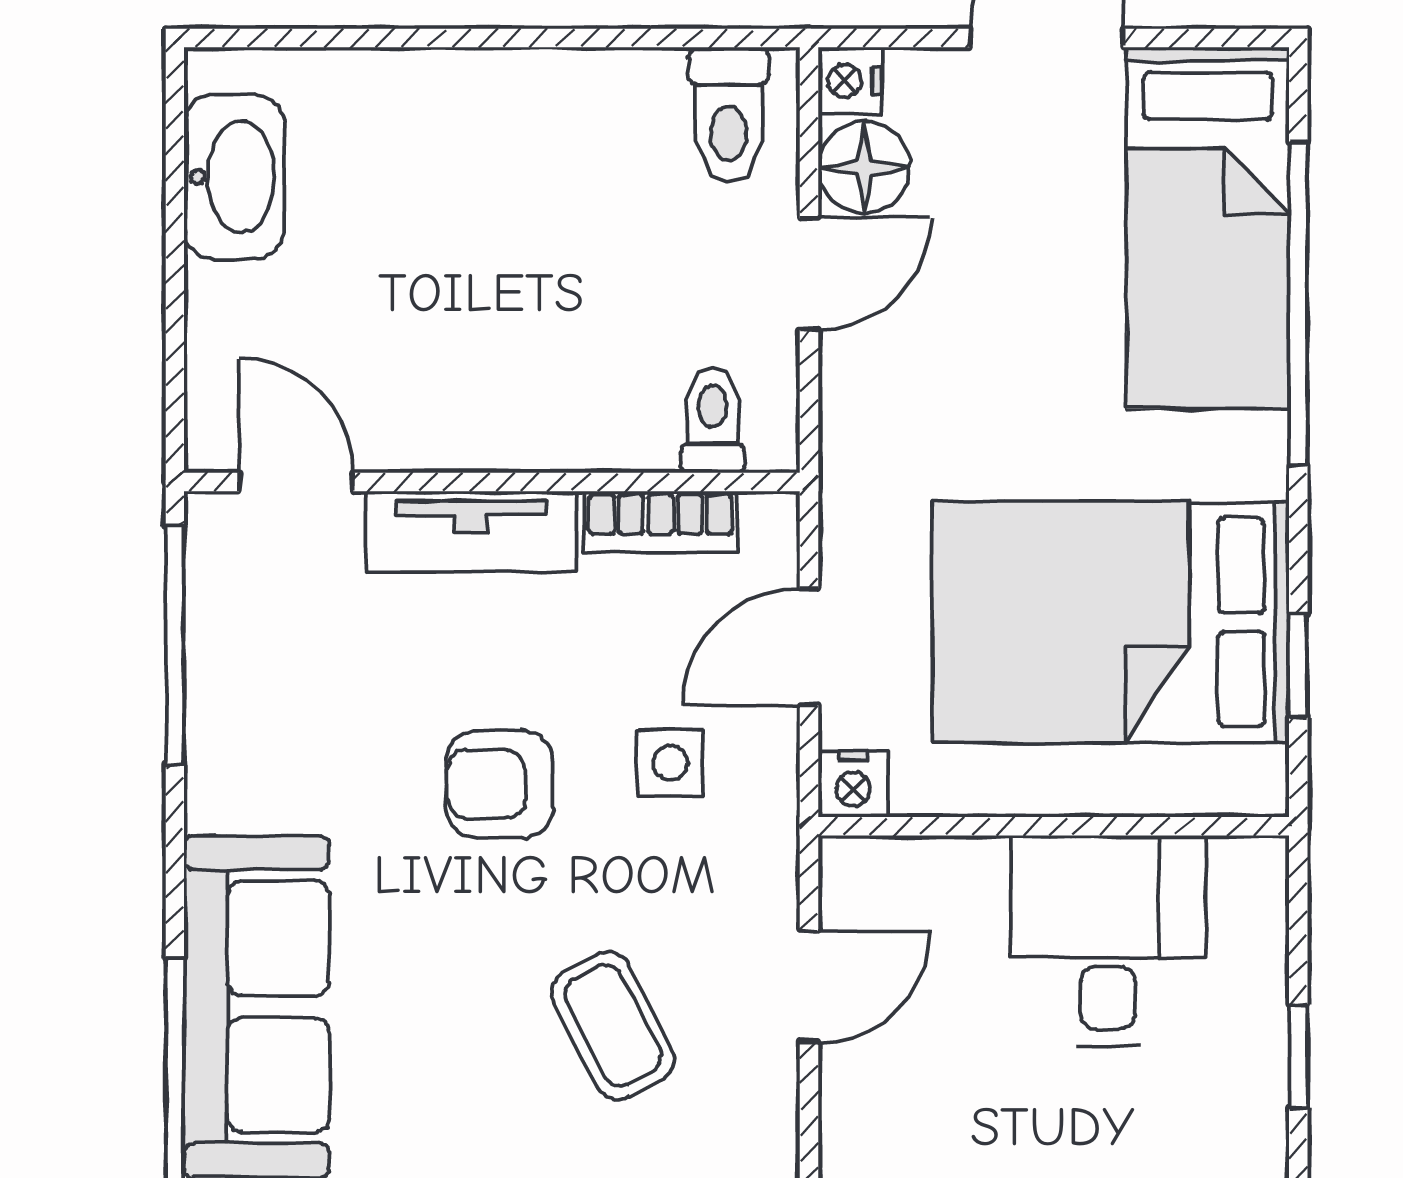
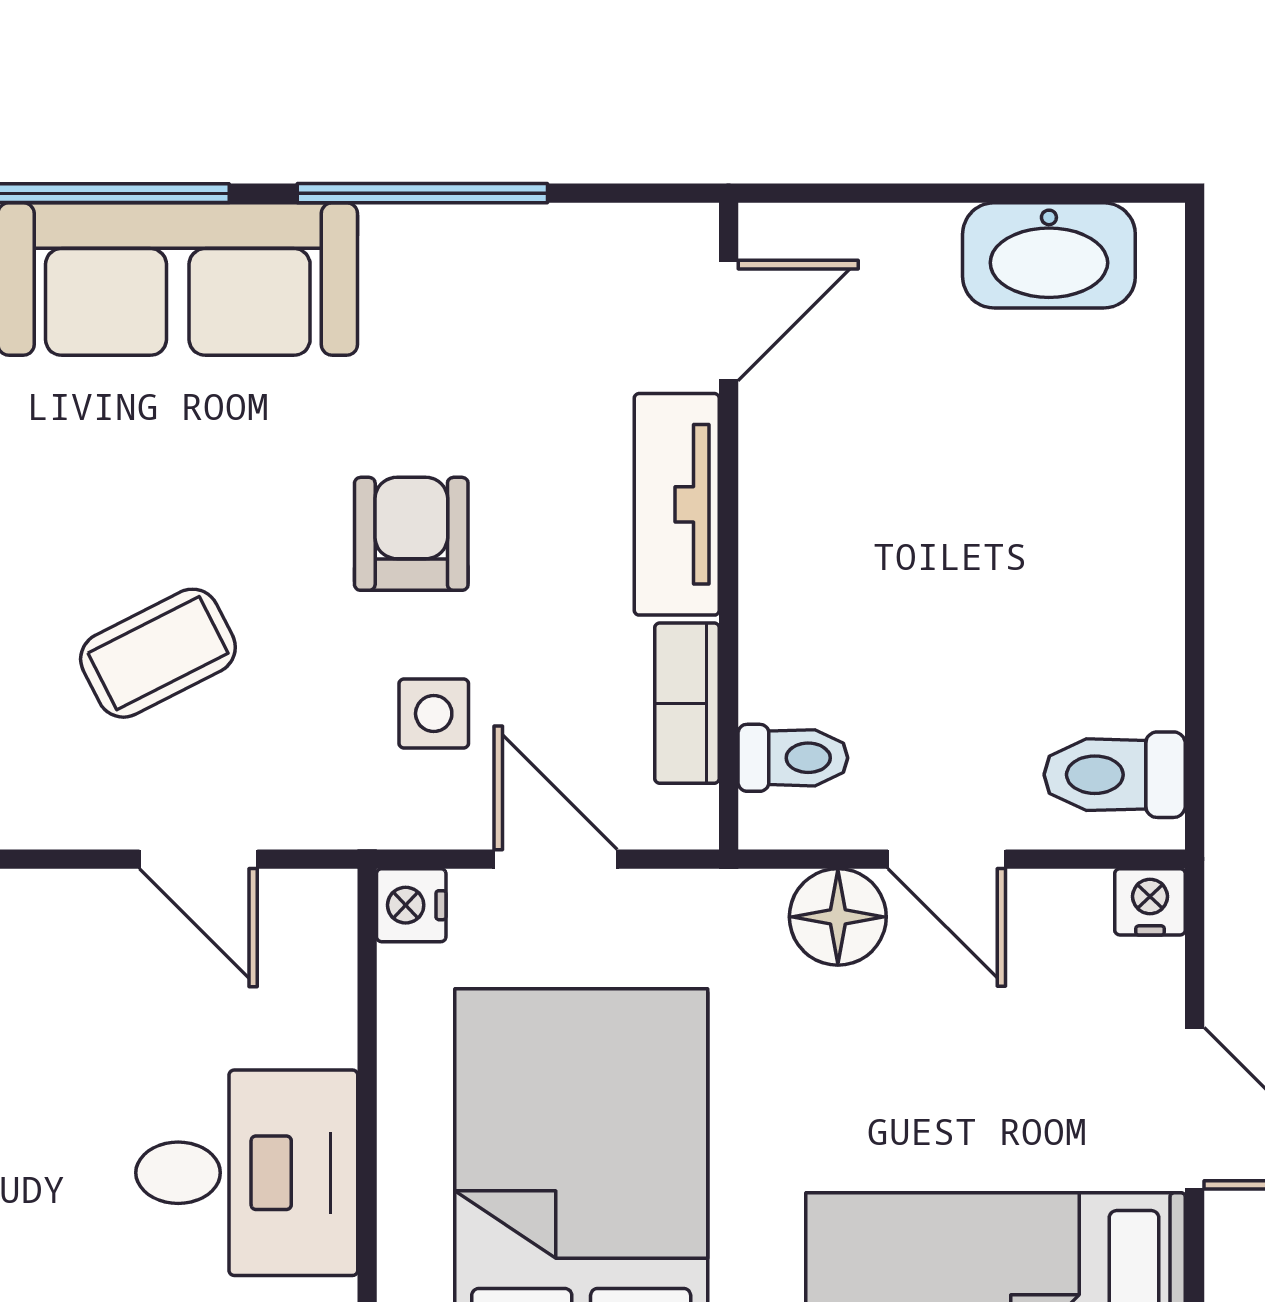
floor lamp: (864, 167) -> (838, 917), moved
window: (175, 645) -> (422, 193), moved

